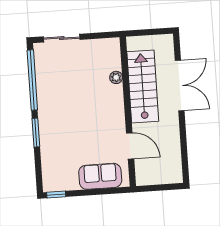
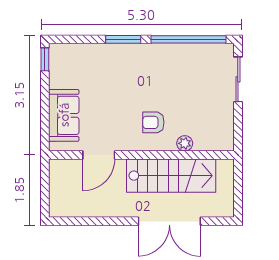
armchair: (101, 104) -> (153, 122), added

